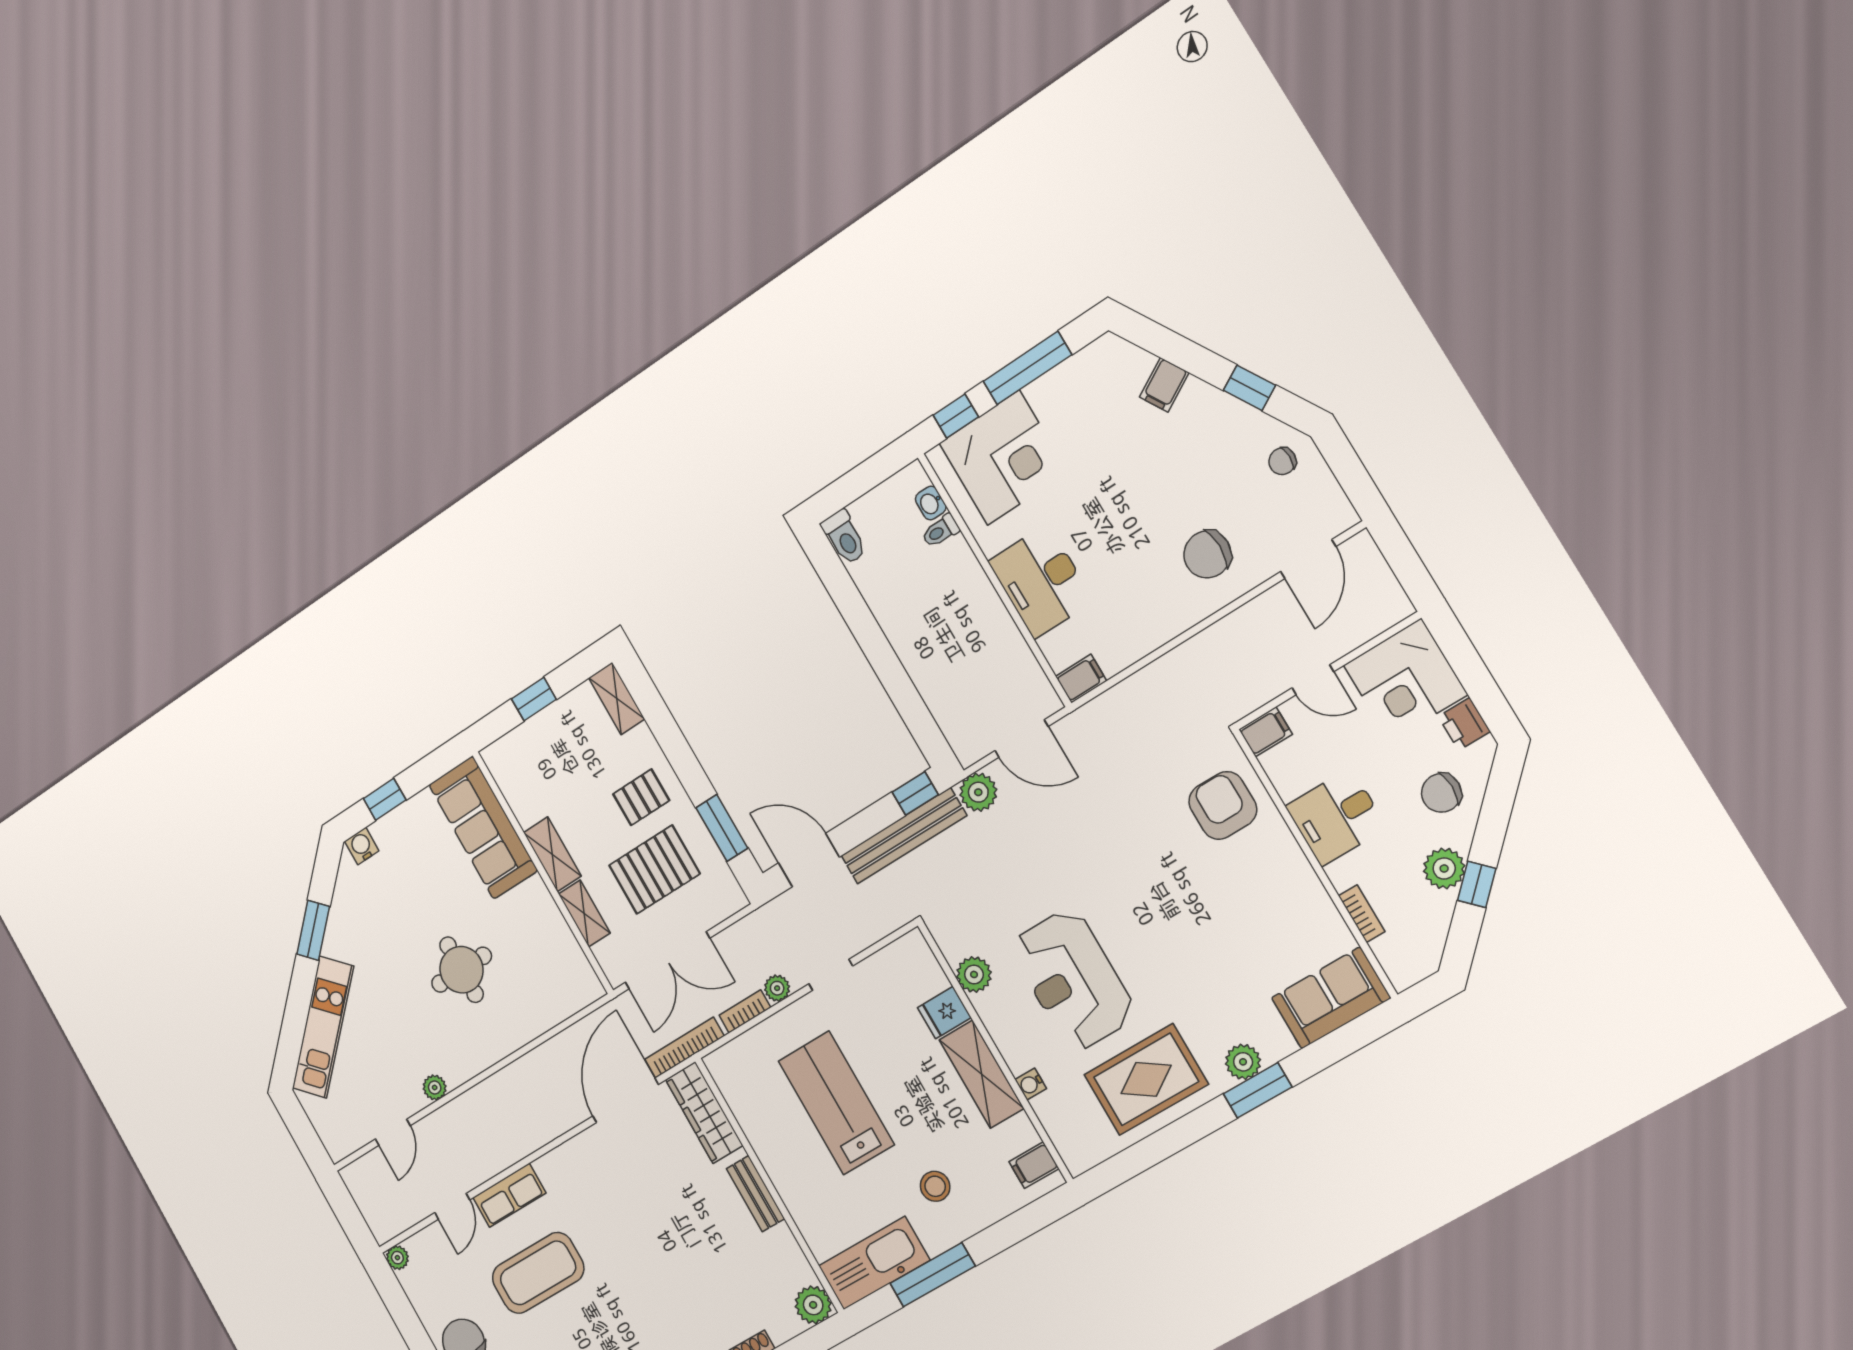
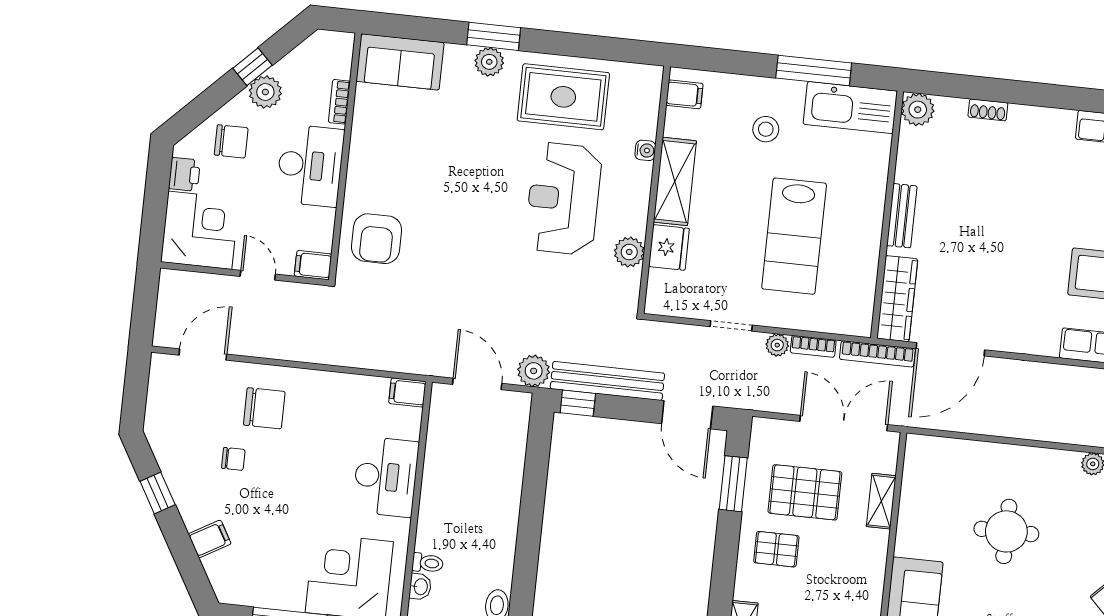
chair: (1282, 461) -> (233, 459), moved
desk: (1336, 817) -> (310, 165), width x1.37
shelving: (552, 854) -> (873, 560), removed
reception desk: (1073, 980) -> (563, 199), turned 180
fridge: (944, 1013) -> (669, 247), width x1.38

